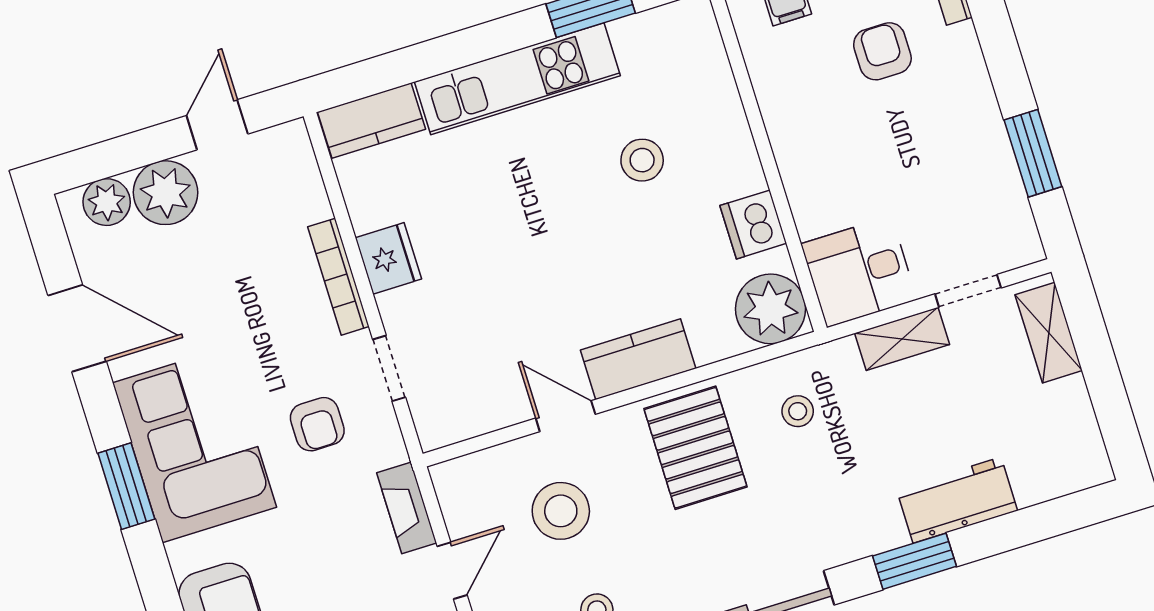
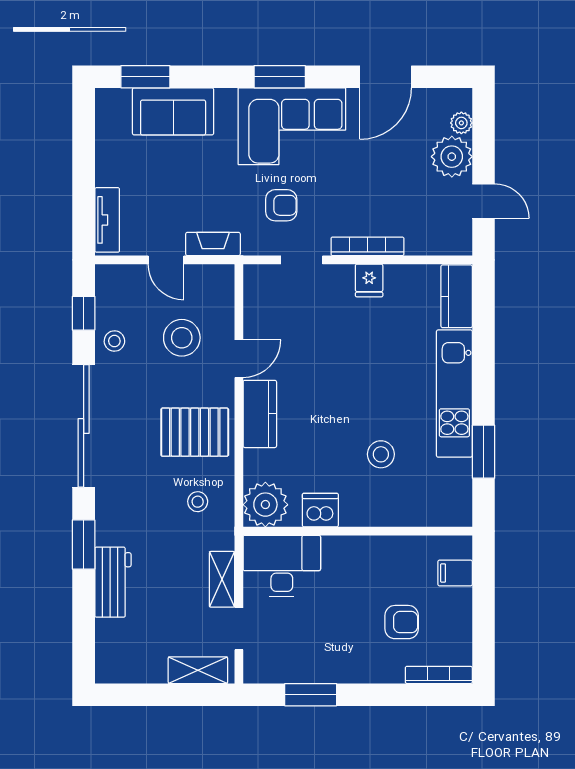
plant: (107, 202) -> (461, 123), width x0.73, depth x0.73
fridge: (388, 258) -> (369, 280), width x0.72
desk: (859, 272) -> (282, 566), width x1.37
armchair: (317, 424) -> (281, 205), turned 180

